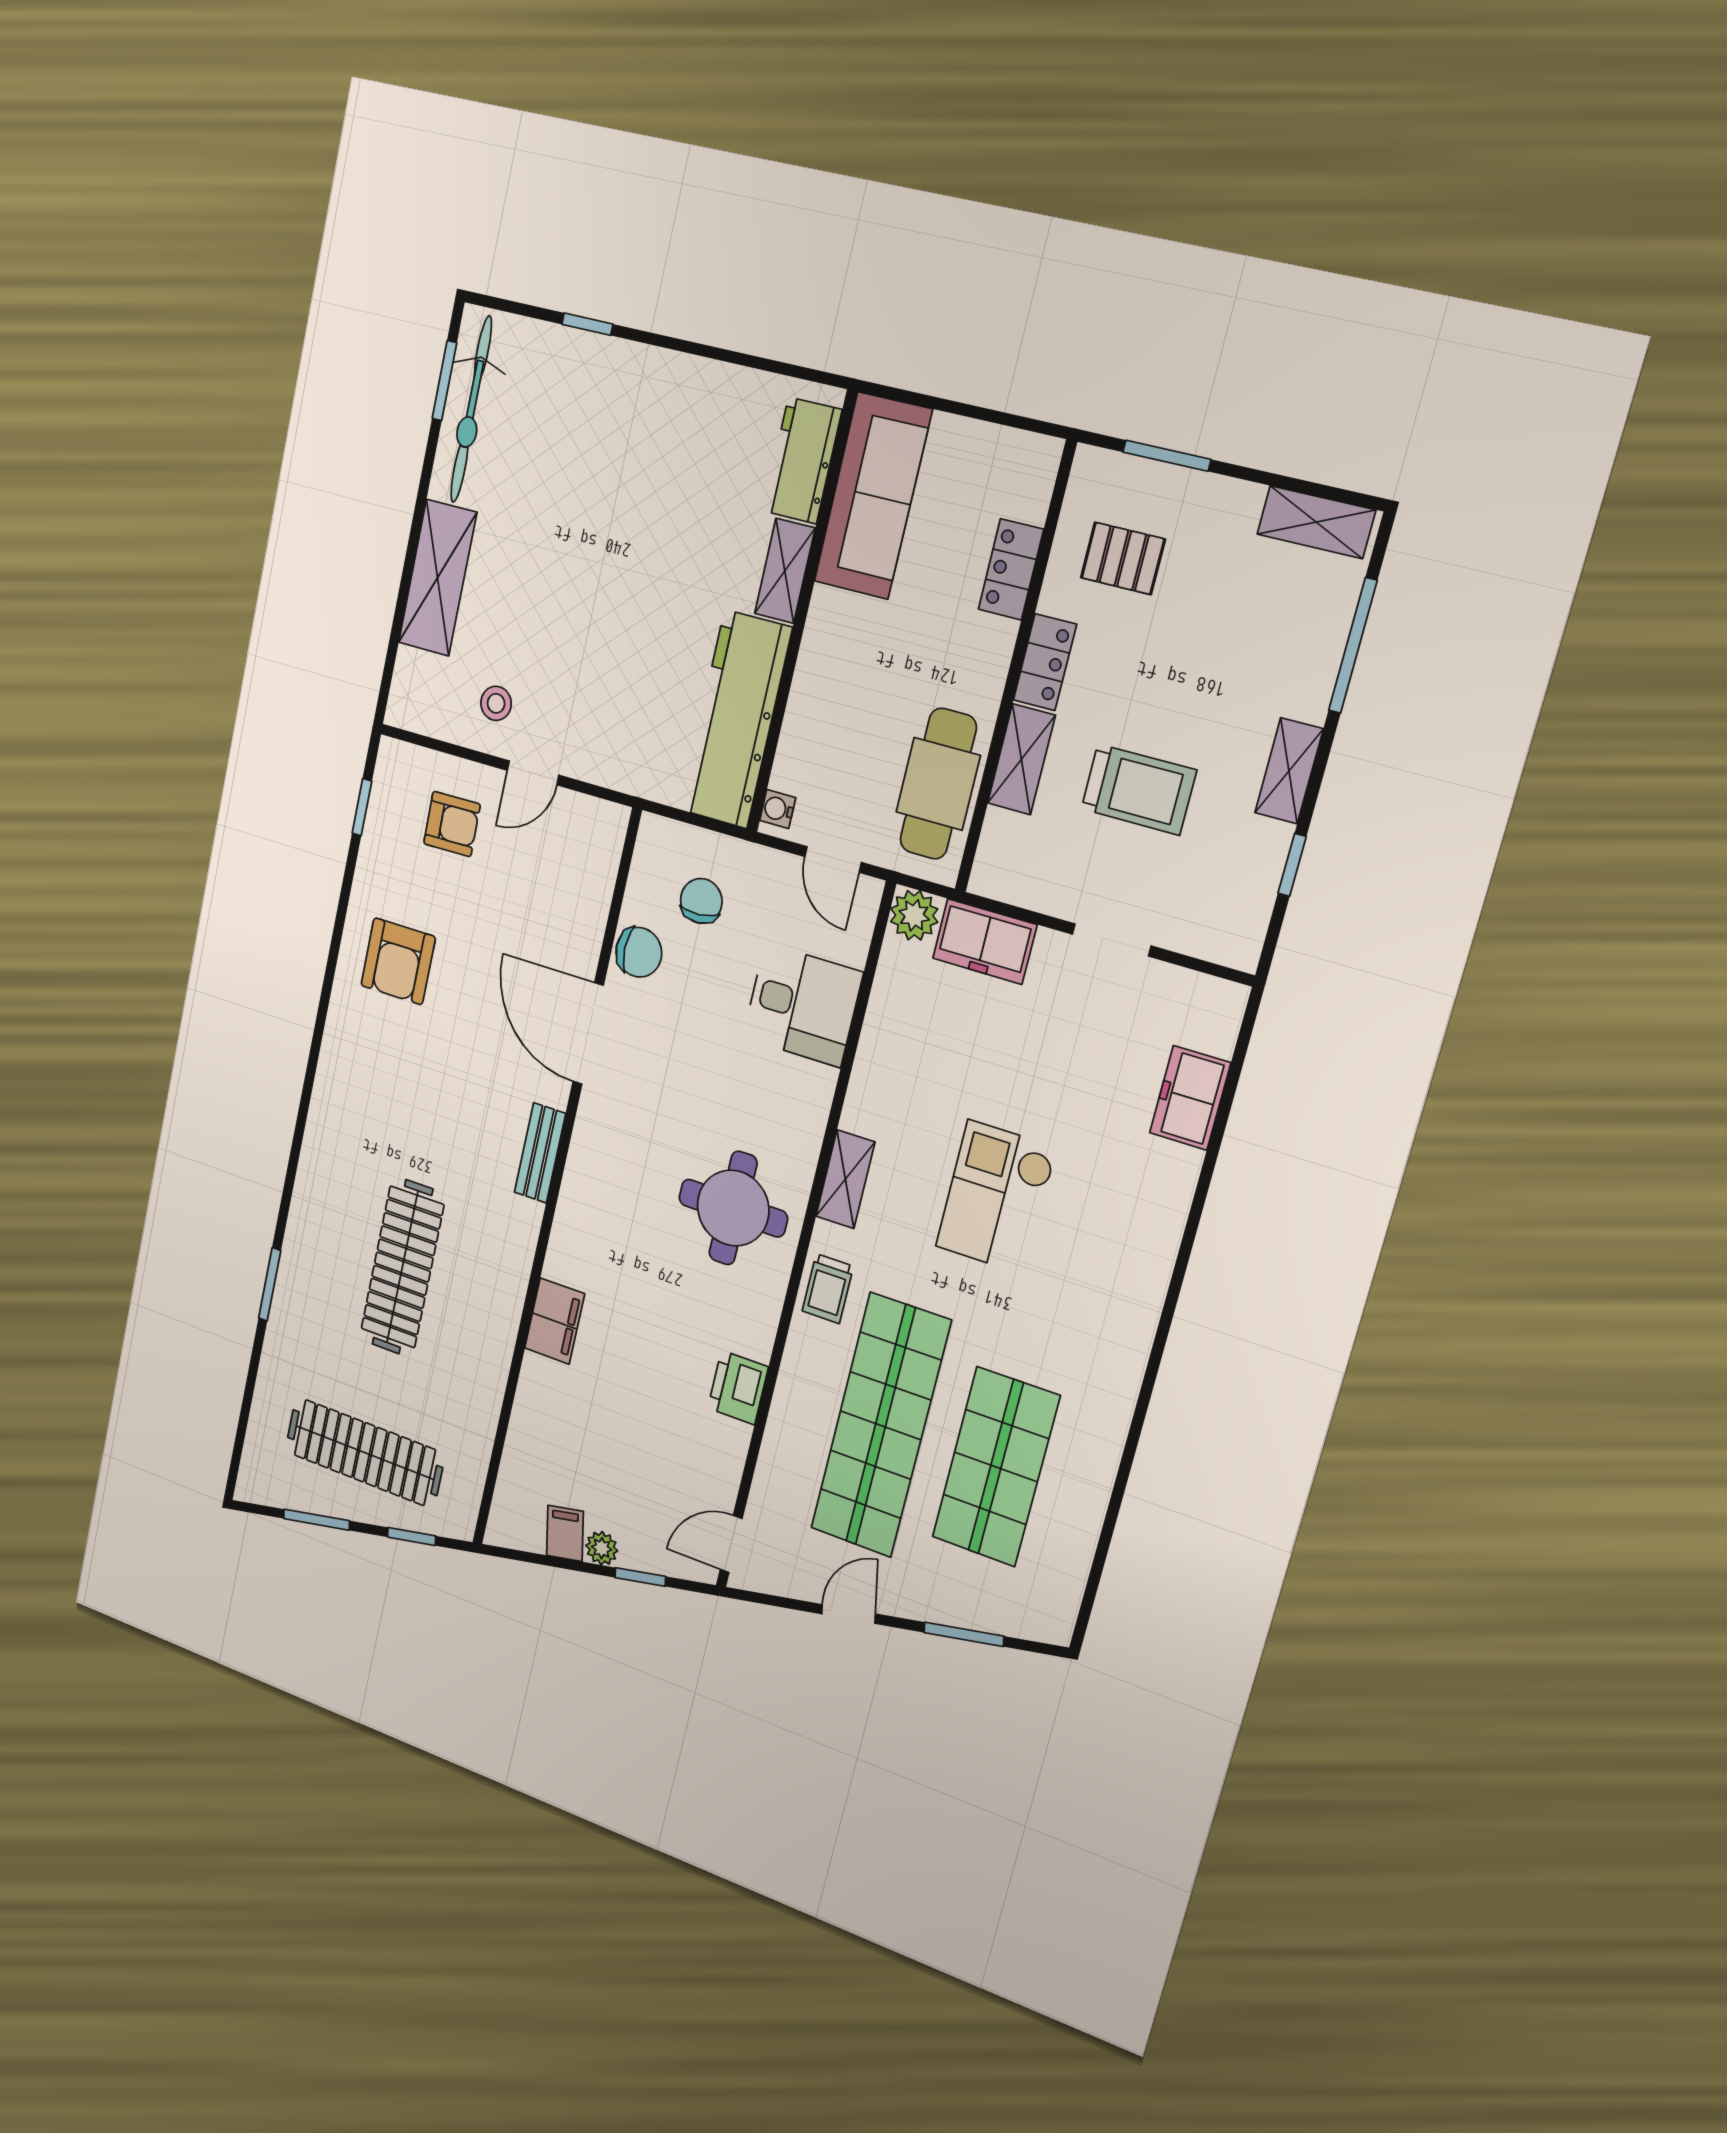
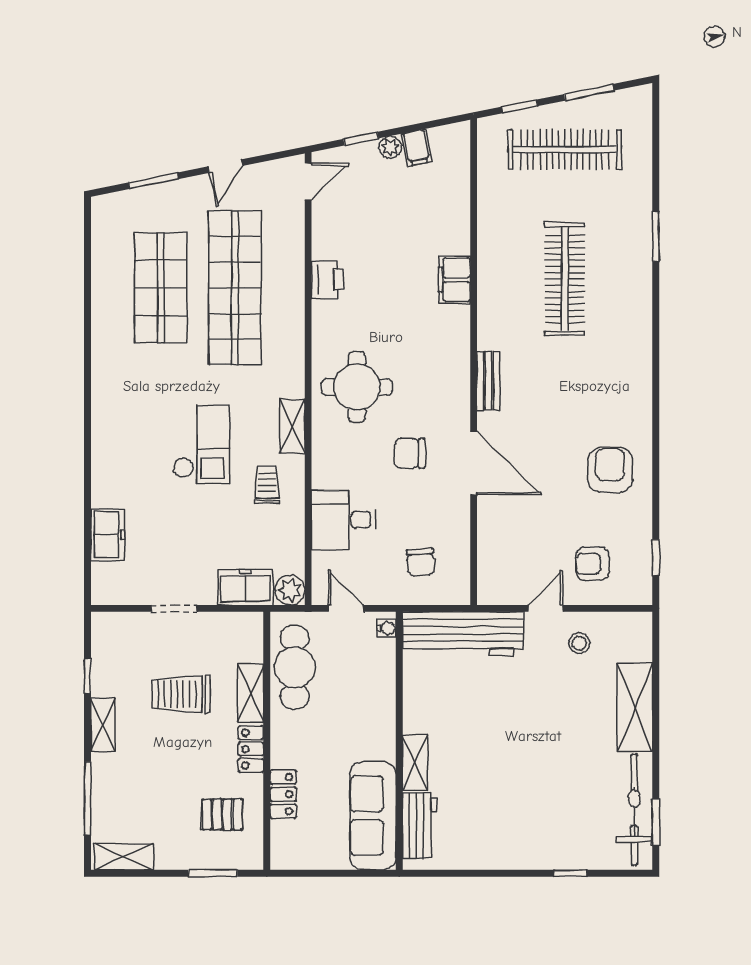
workbench: (736, 720) -> (463, 634), moved, turned 90
chair: (639, 952) -> (410, 453), moved
trolley: (828, 1289) -> (267, 485), moved

